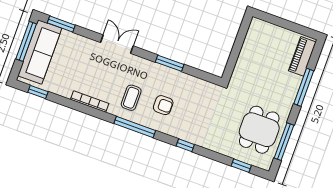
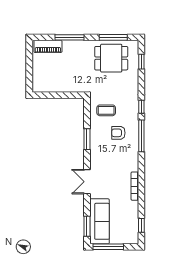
sofa: (40, 52) -> (99, 221), moved, turned 90
coffee table: (131, 98) -> (106, 110), moved
armchair: (163, 105) -> (118, 133), turned -90
window: (135, 127) -> (141, 136), moved

